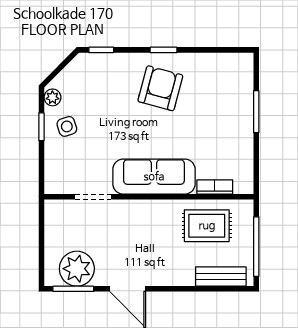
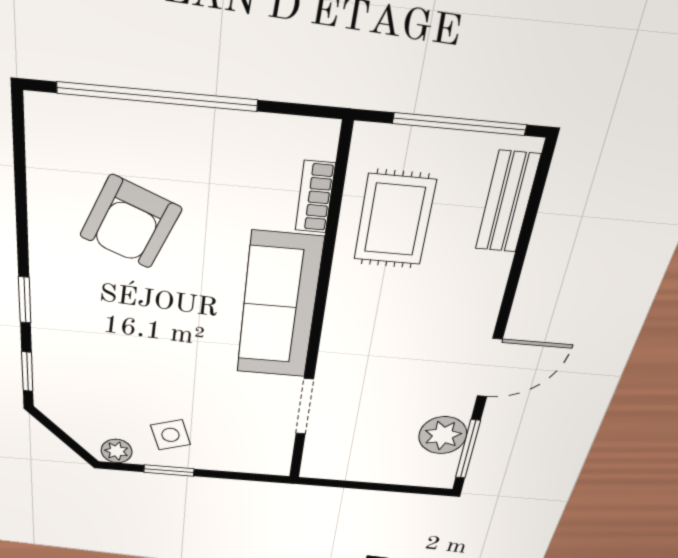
window: (164, 50) -> (25, 300), moved
armchair: (160, 88) -> (131, 222), moved, turned -82
window: (256, 112) -> (157, 97), width x2.11
plant: (77, 269) -> (443, 435), width x0.73, depth x0.73

